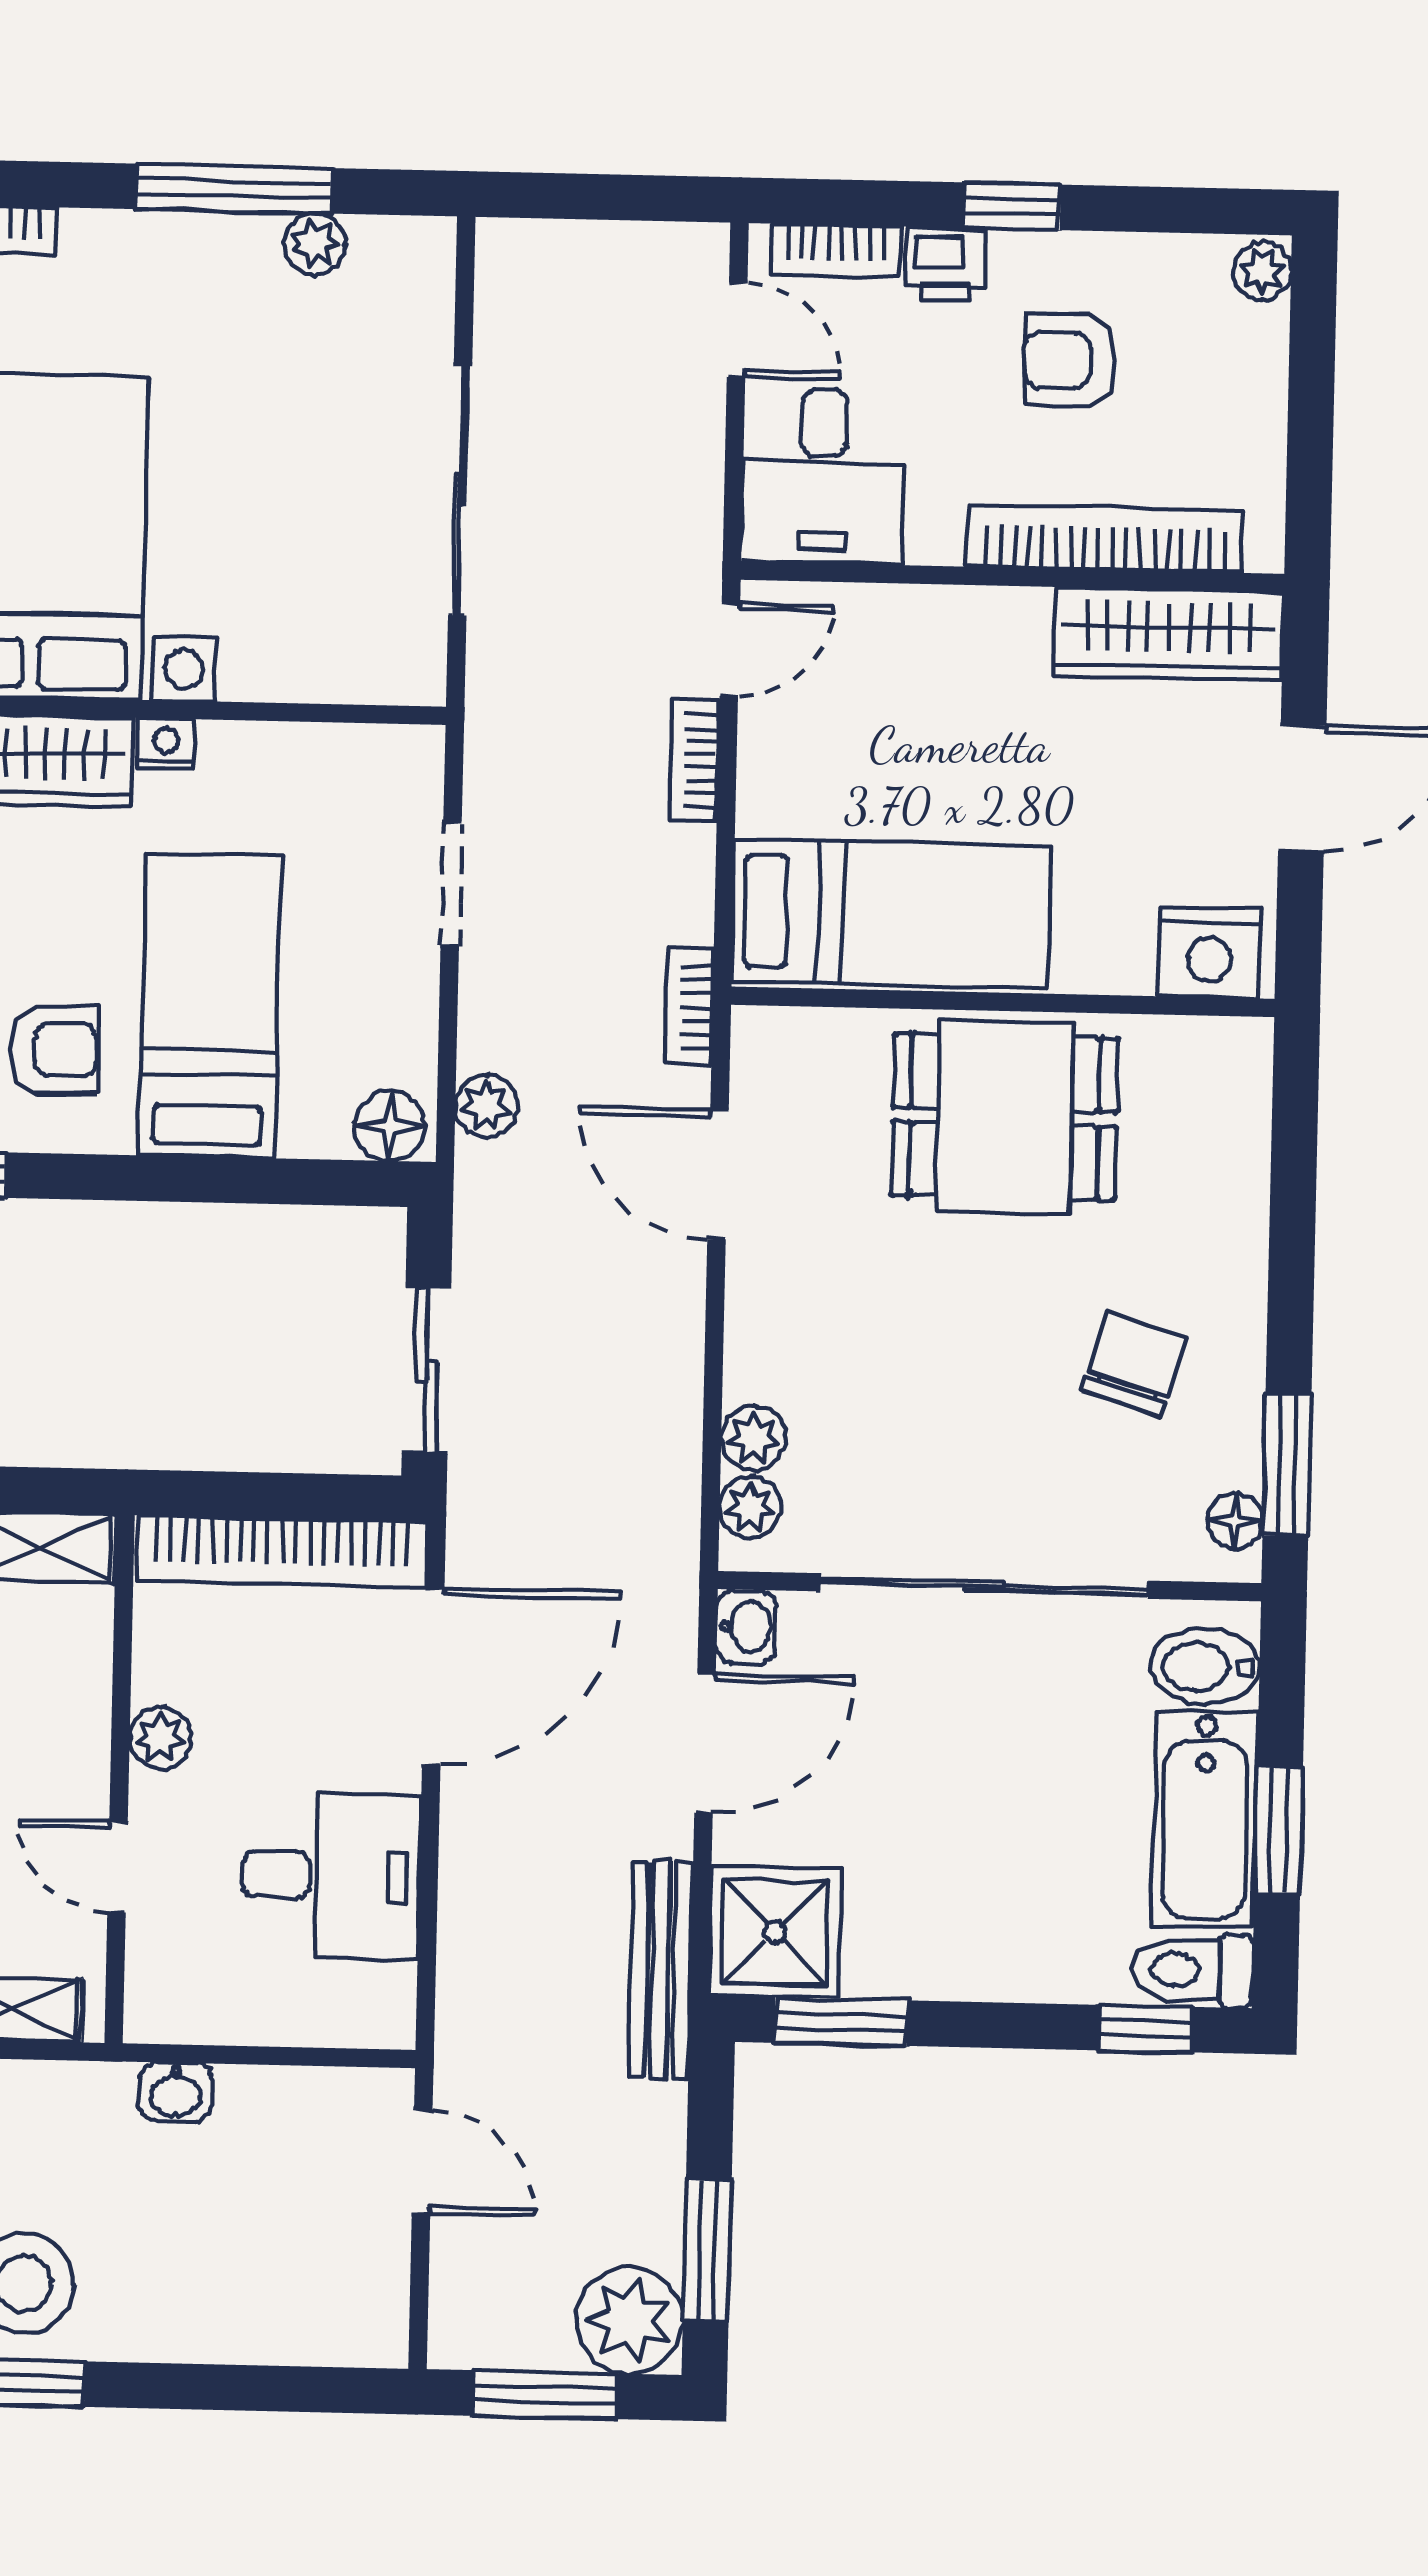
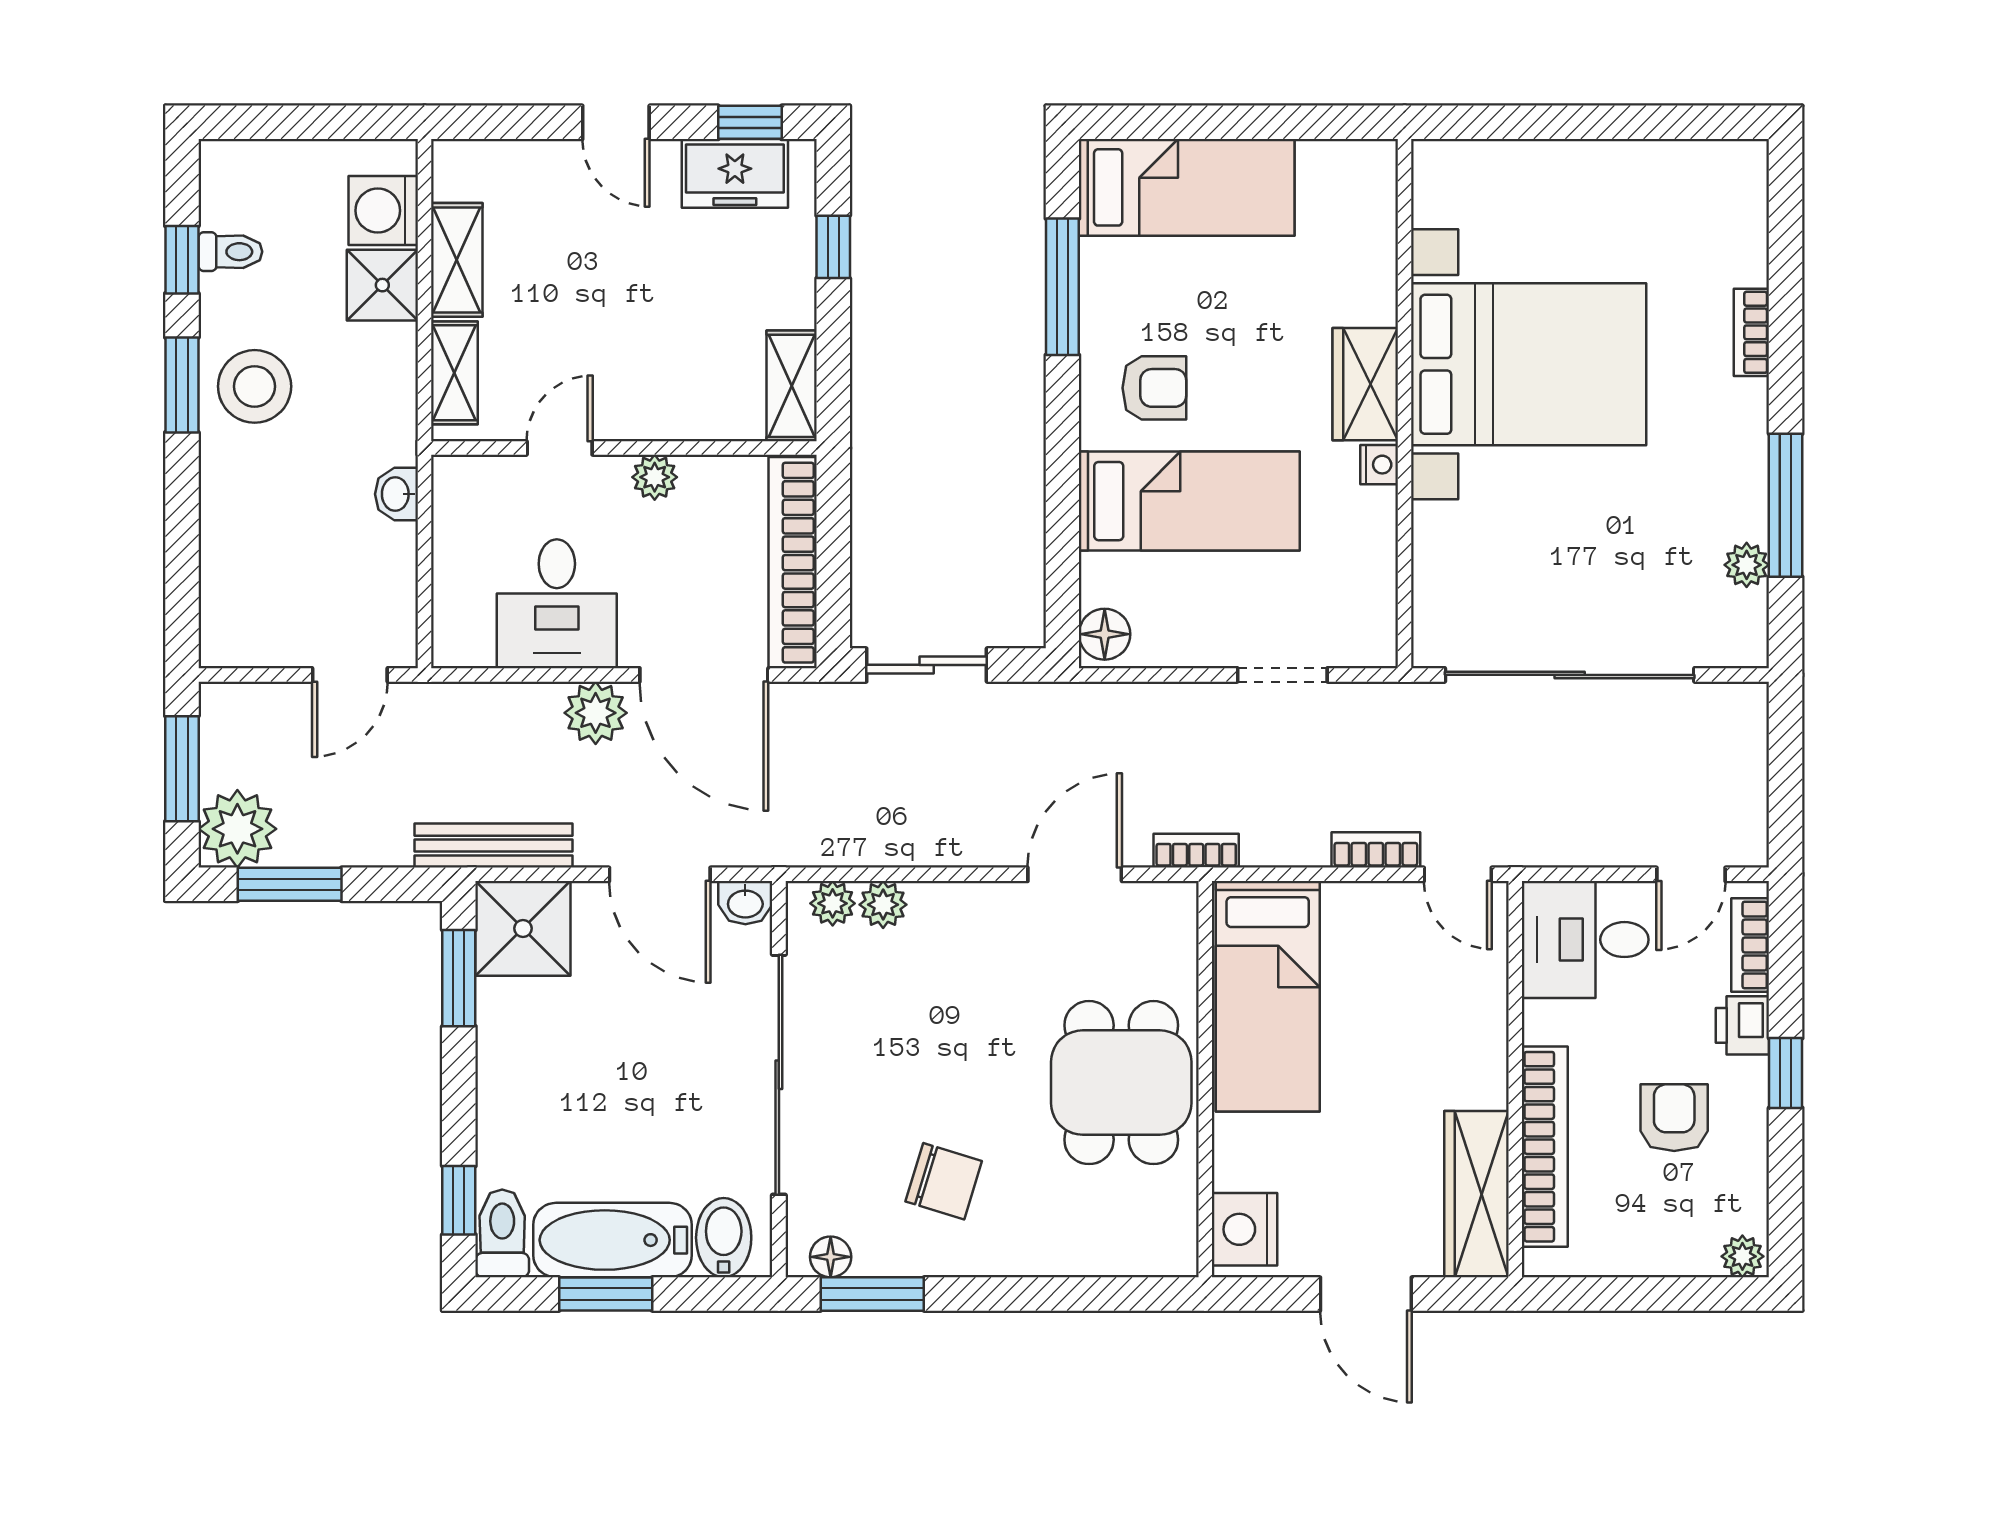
sliding door: (460, 490) -> (1570, 675), width x1.36
armchair: (54, 1050) -> (1154, 388), turned -89
plant: (486, 1106) -> (596, 713), moved, width x1.38, depth x1.38

